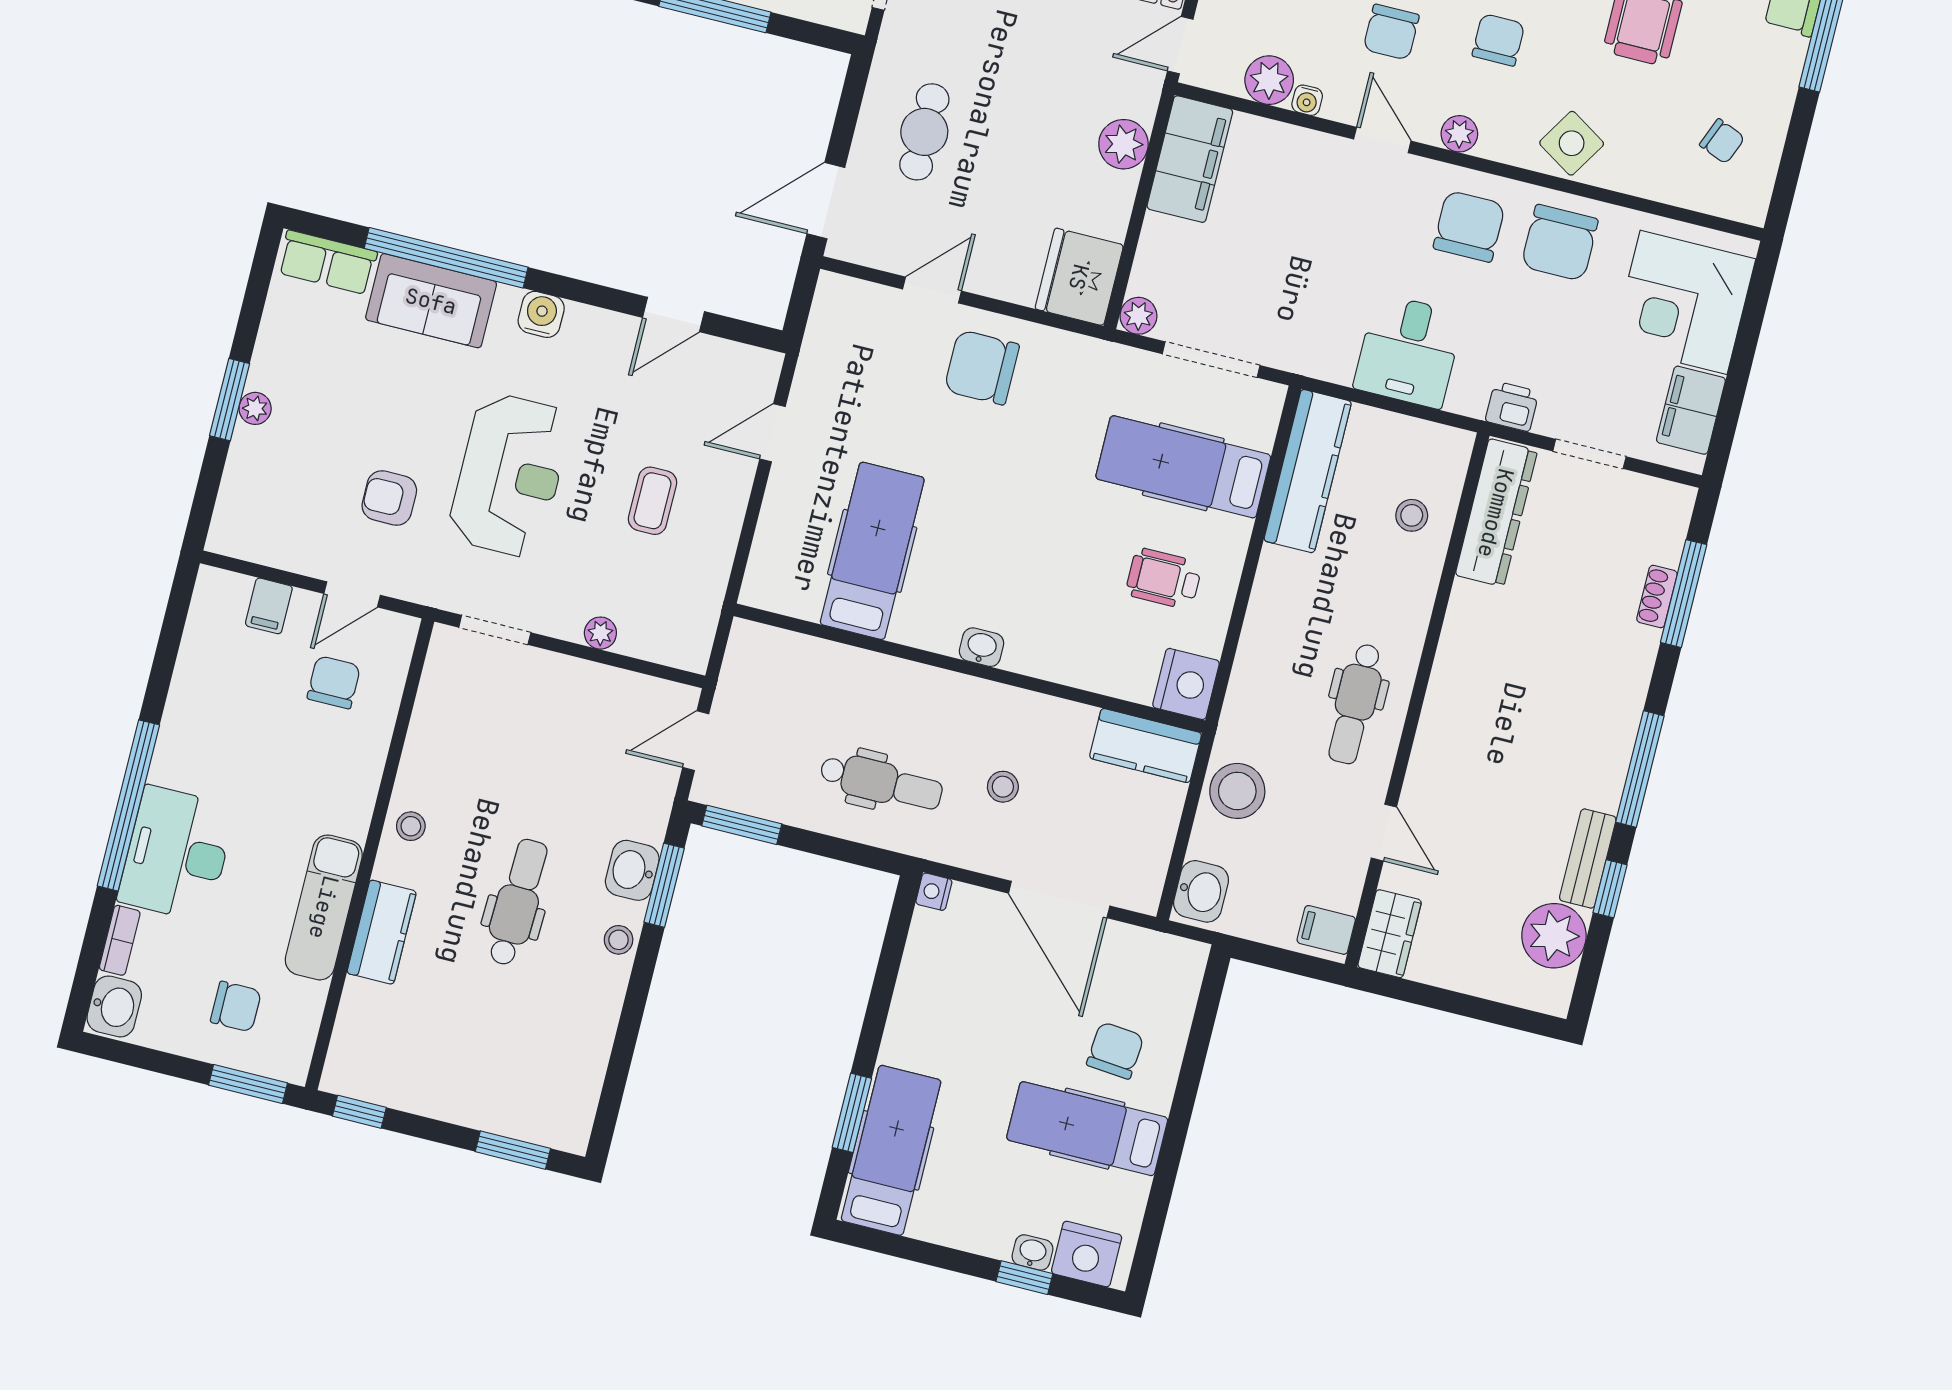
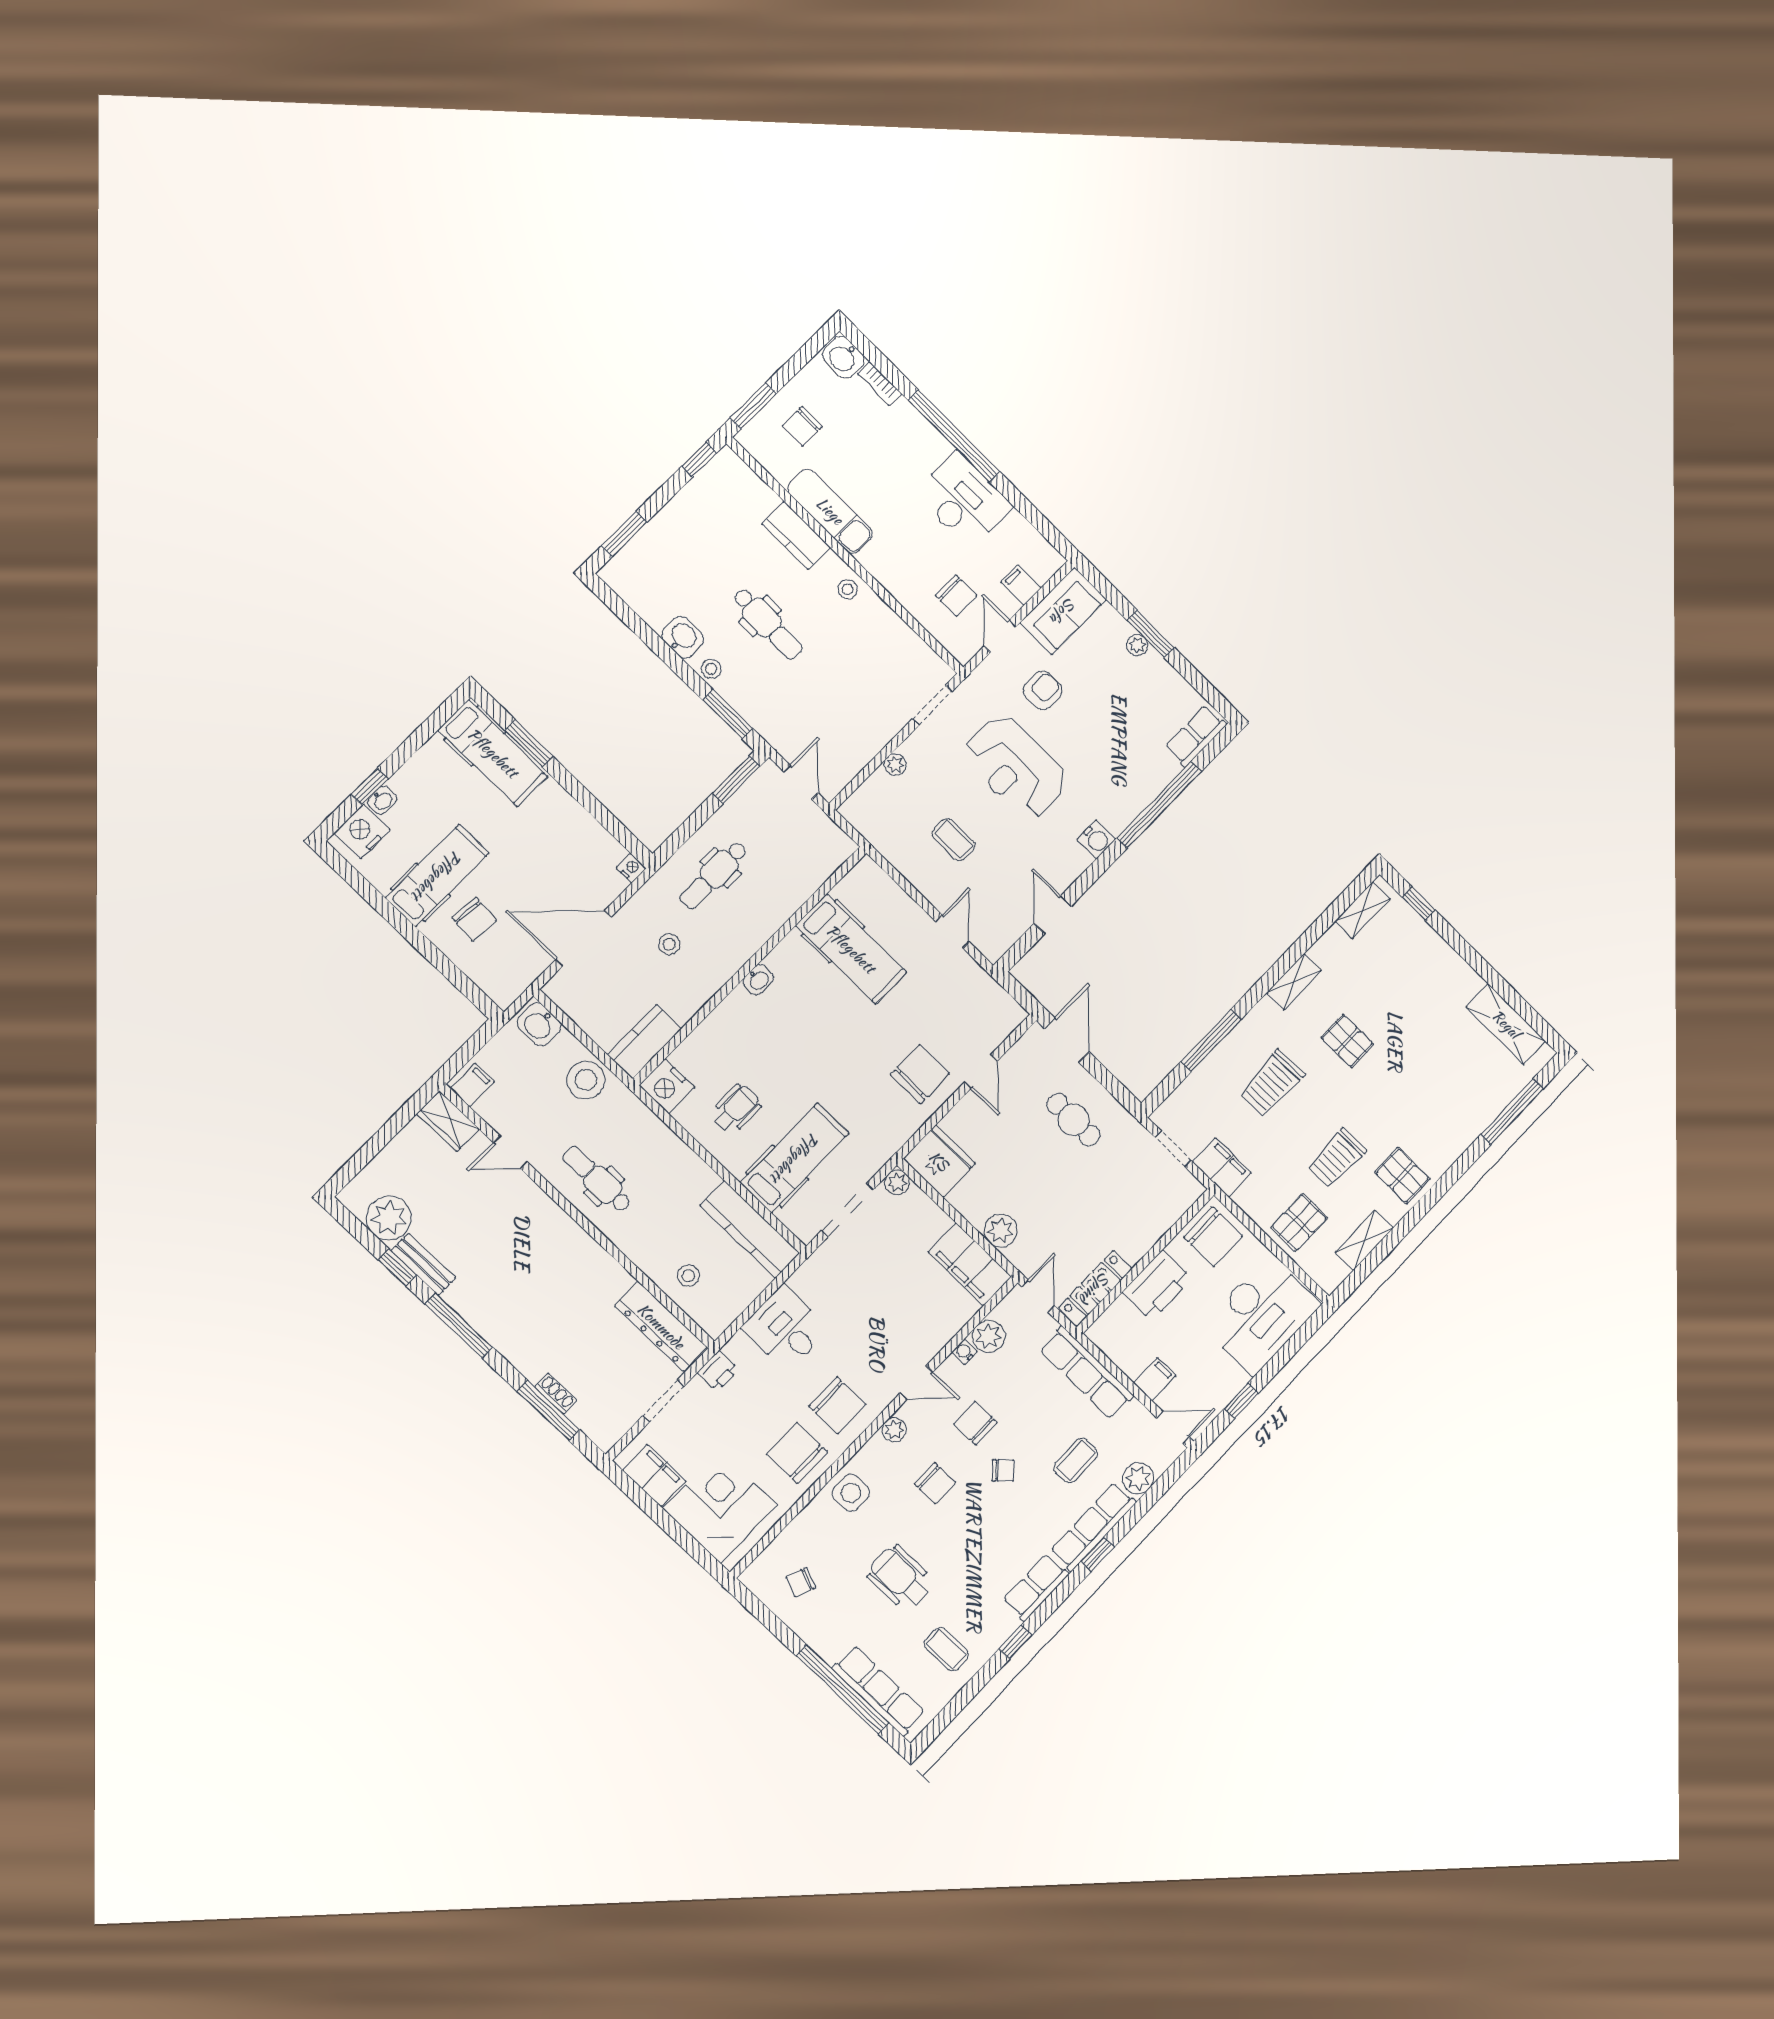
side table: (1572, 143) -> (851, 1493), turned -32
sofa: (431, 301) -> (1063, 611), moved, turned 180
desk: (177, 854) -> (964, 500), moved
washbasin: (632, 870) -> (683, 637), moved

